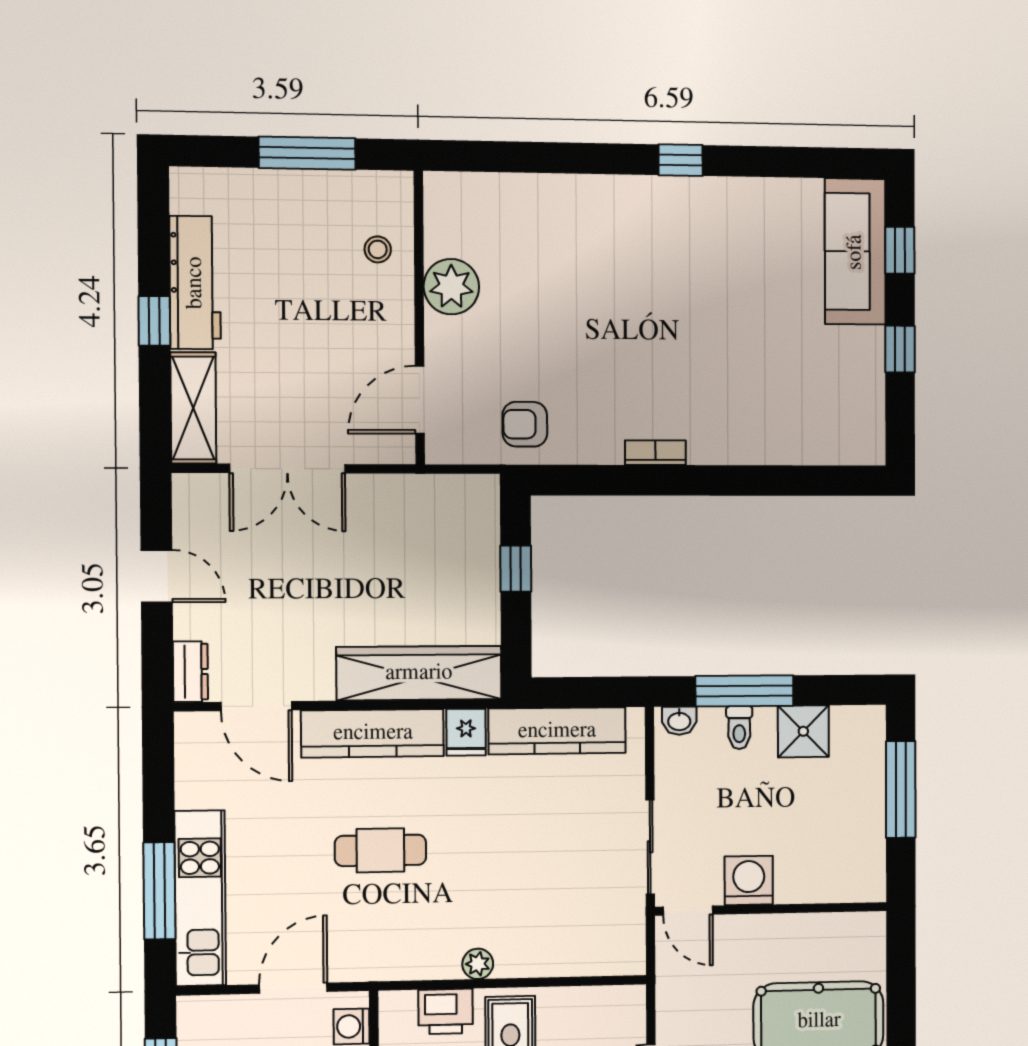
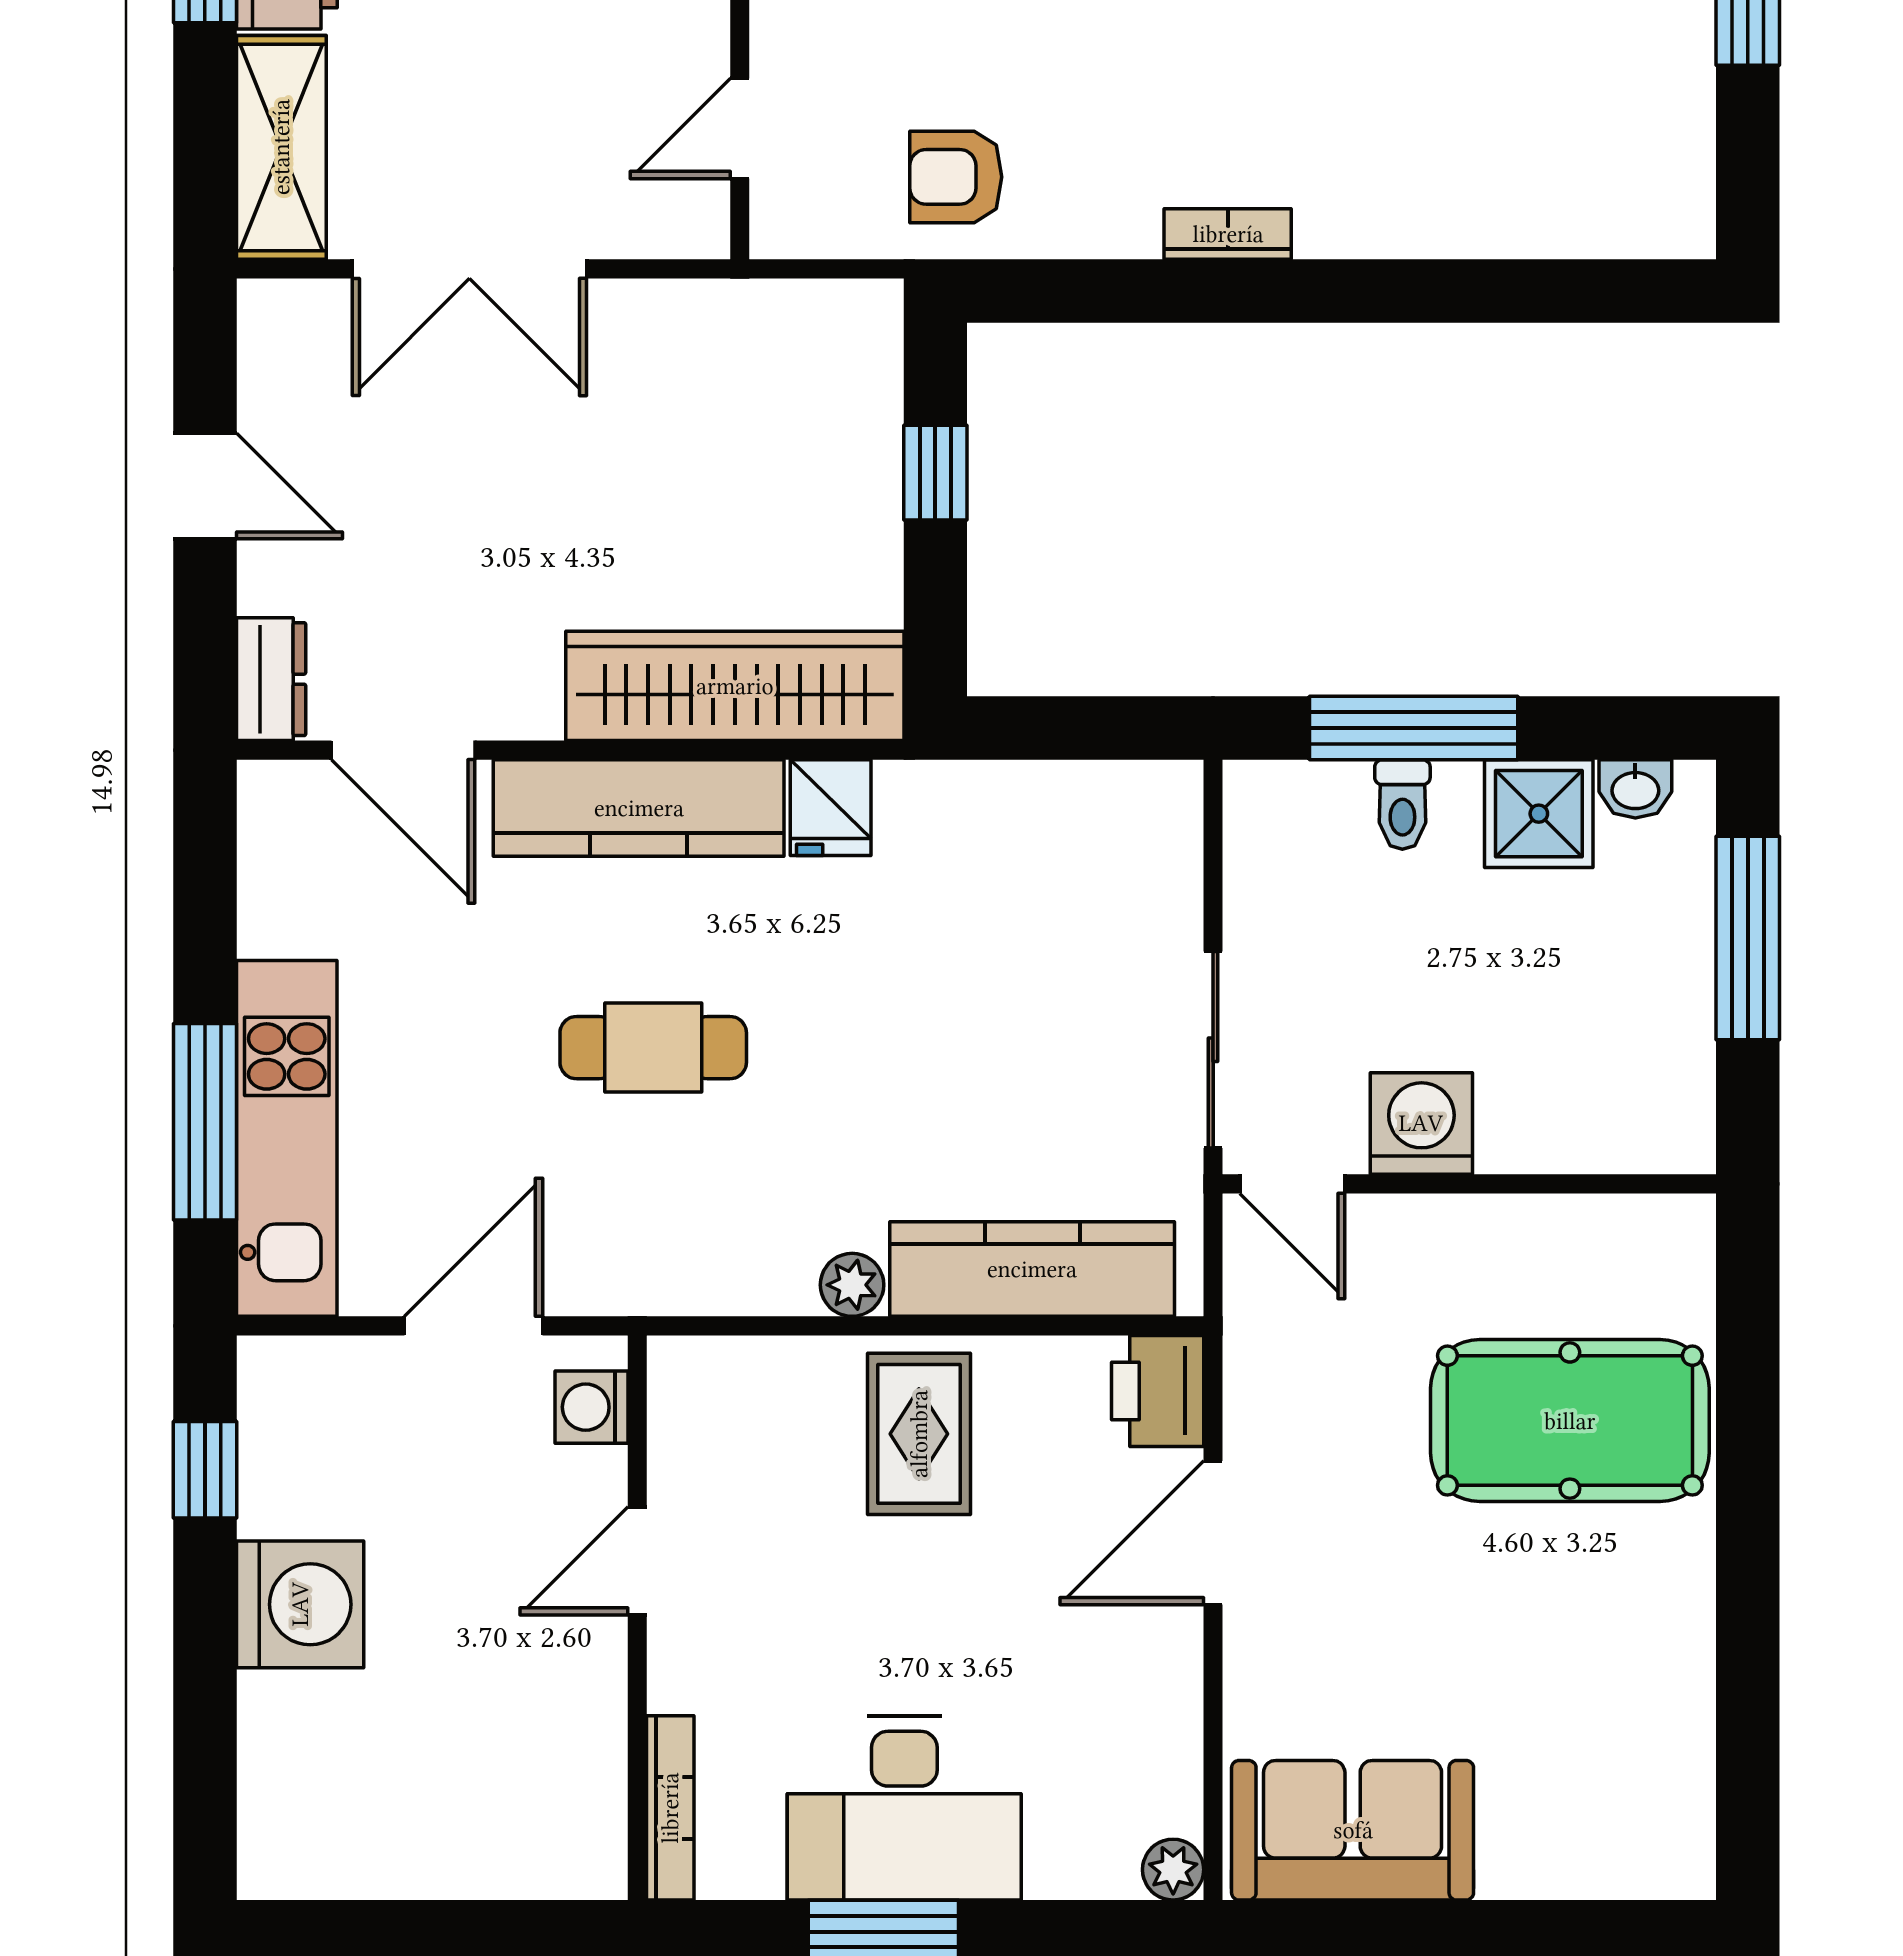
door: (420, 400) -> (740, 128), width x0.73
washbasin: (679, 721) -> (1635, 789), moved
kitchen counter: (557, 731) -> (1032, 1269), moved, turned 180
printer: (446, 1011) -> (1158, 1391), moved, turned 90

